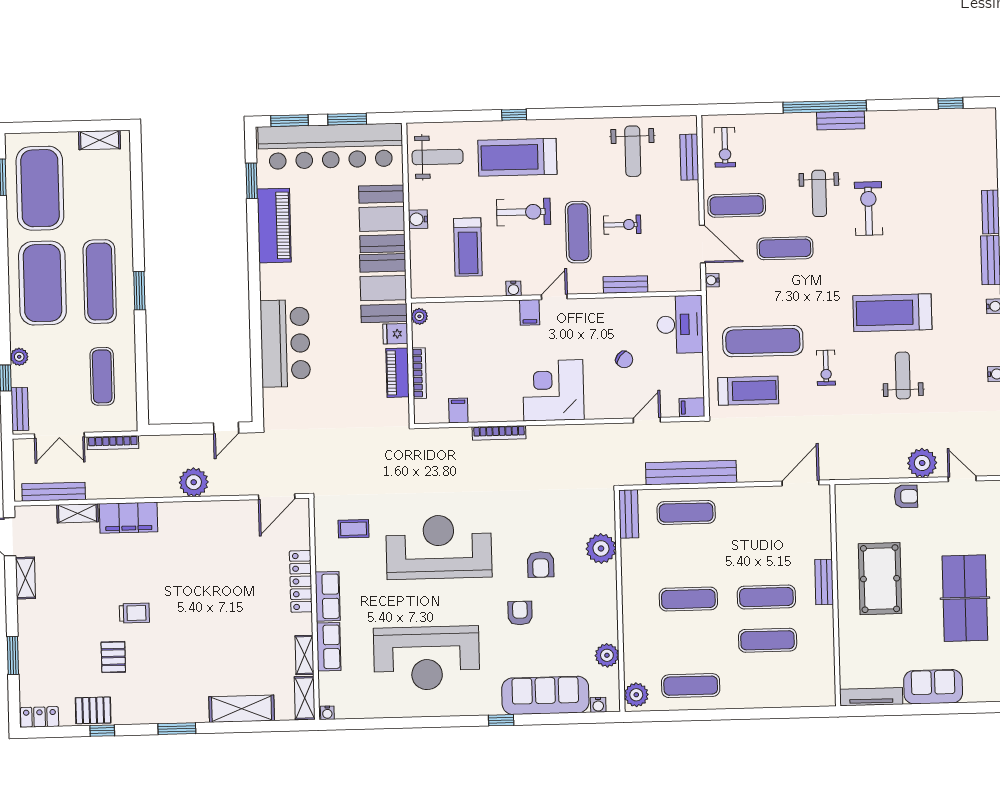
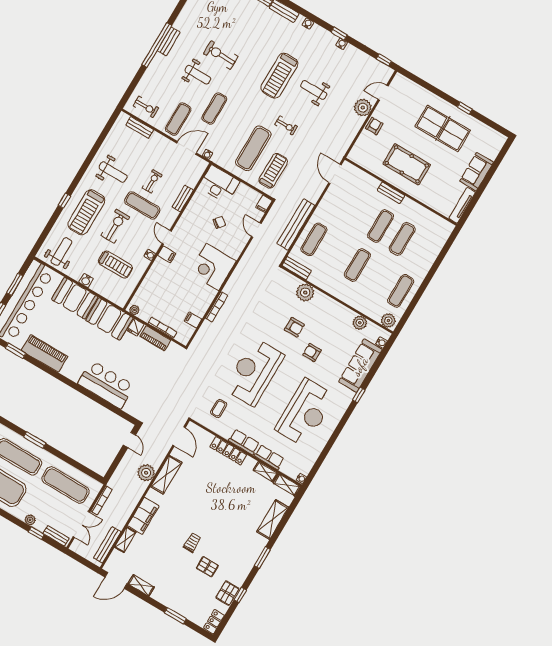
weight bench: (633, 151) -> (113, 172), moved
exercise mat: (102, 376) -> (66, 485), width x1.36, depth x1.45
shelving: (209, 513) -> (166, 475), added

